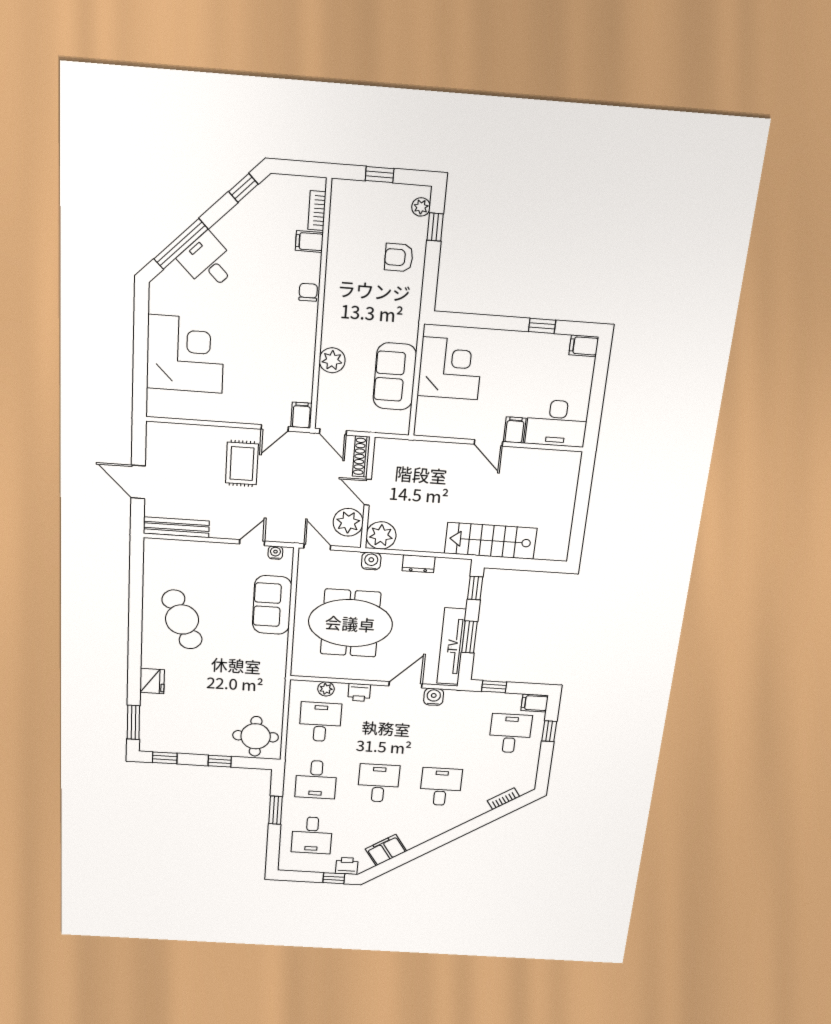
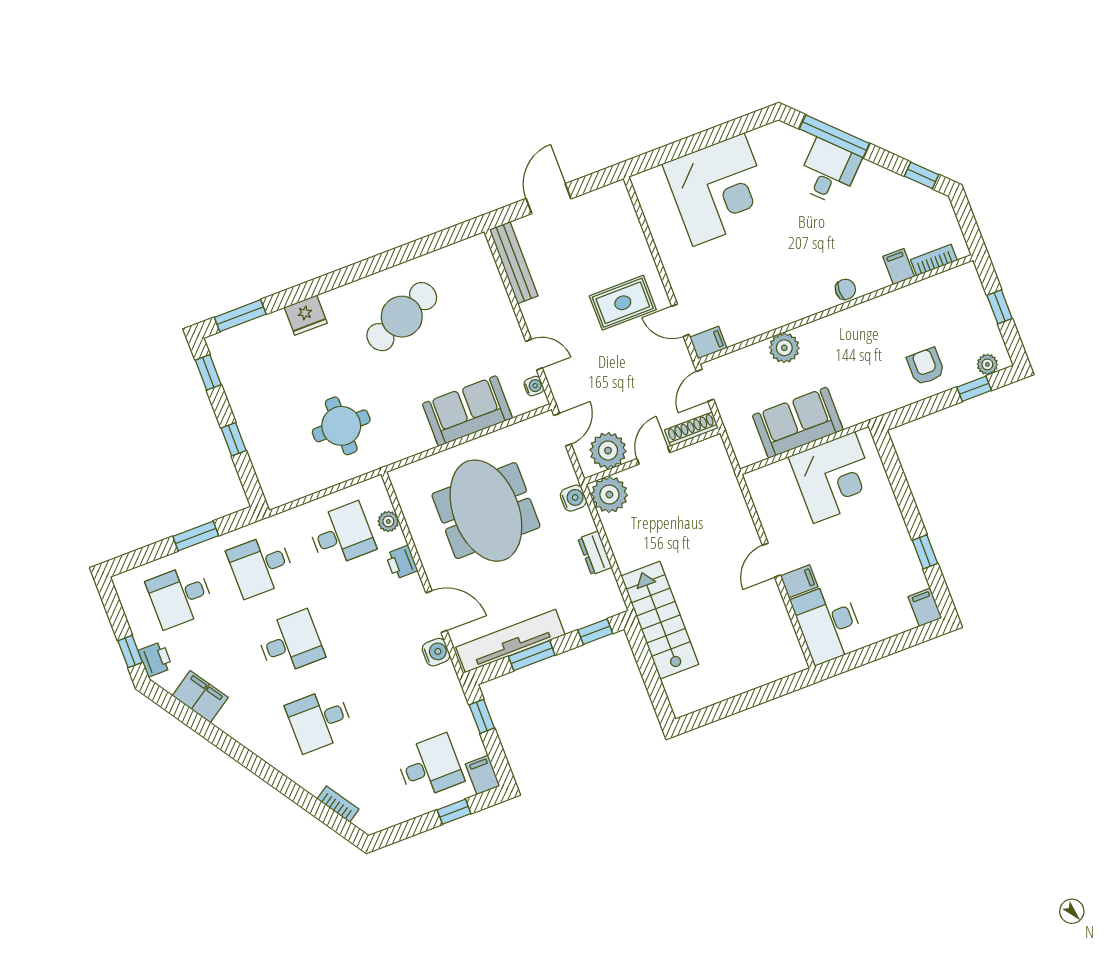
round table: (256, 736) -> (341, 426), moved
desk: (441, 787) -> (320, 720), turned 180

